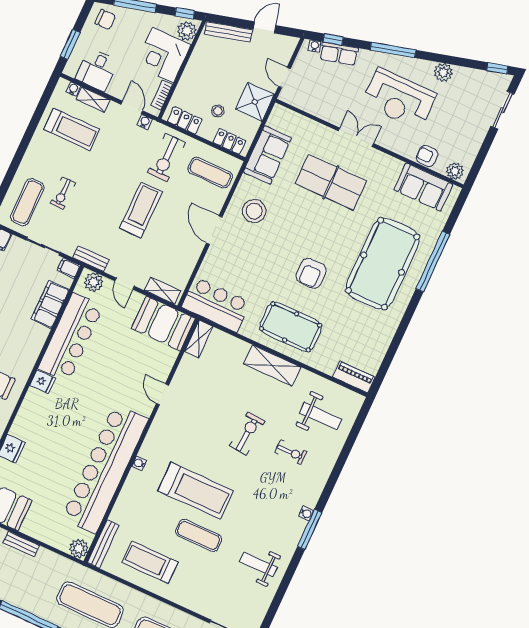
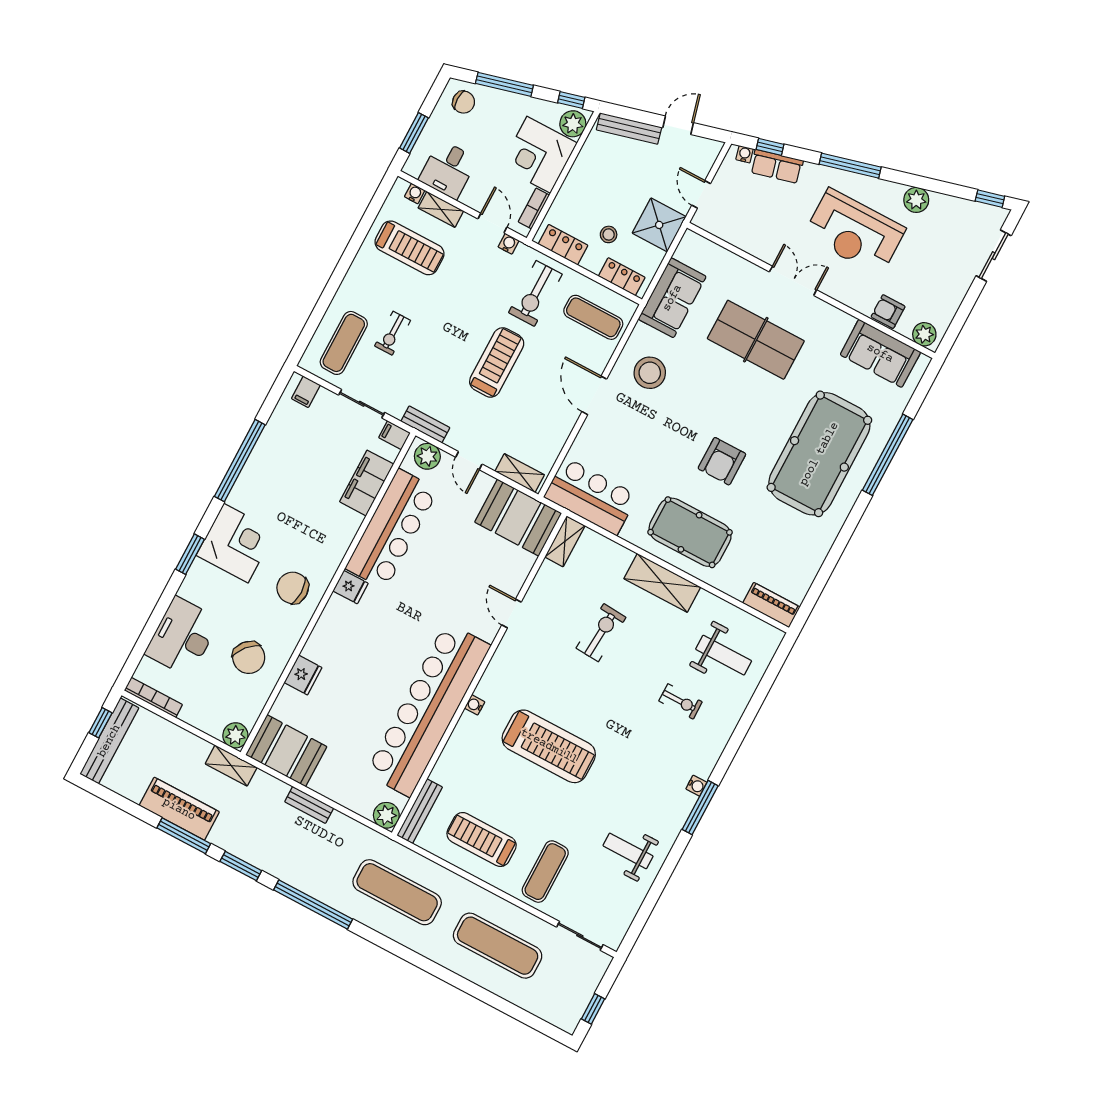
exercise bike: (247, 434) -> (601, 633), moved
exercise mat: (199, 535) -> (545, 872), moved, turned 90

